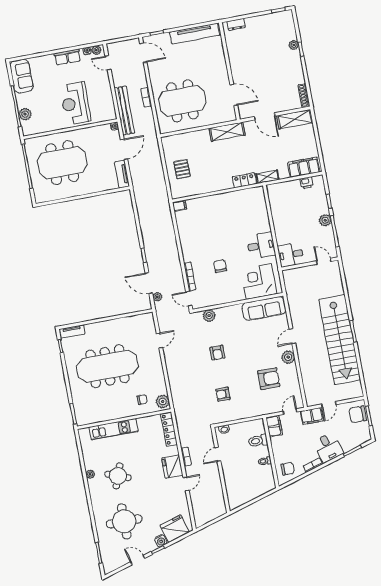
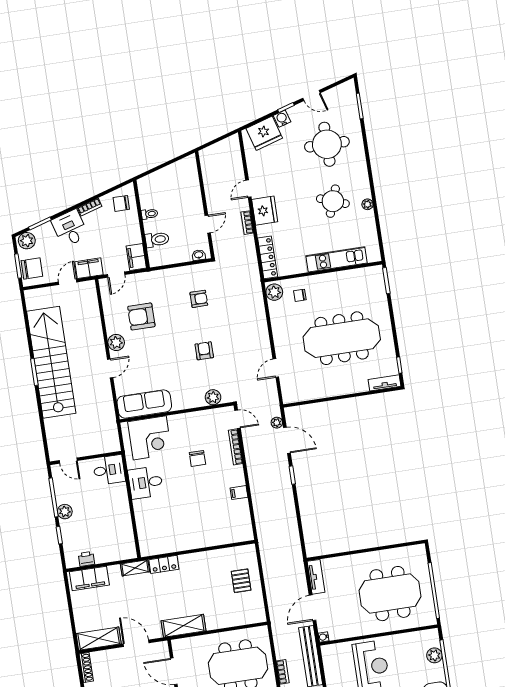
filing cabinet: (180, 206) -> (239, 493), moved
plant: (362, 436) -> (27, 241), added

